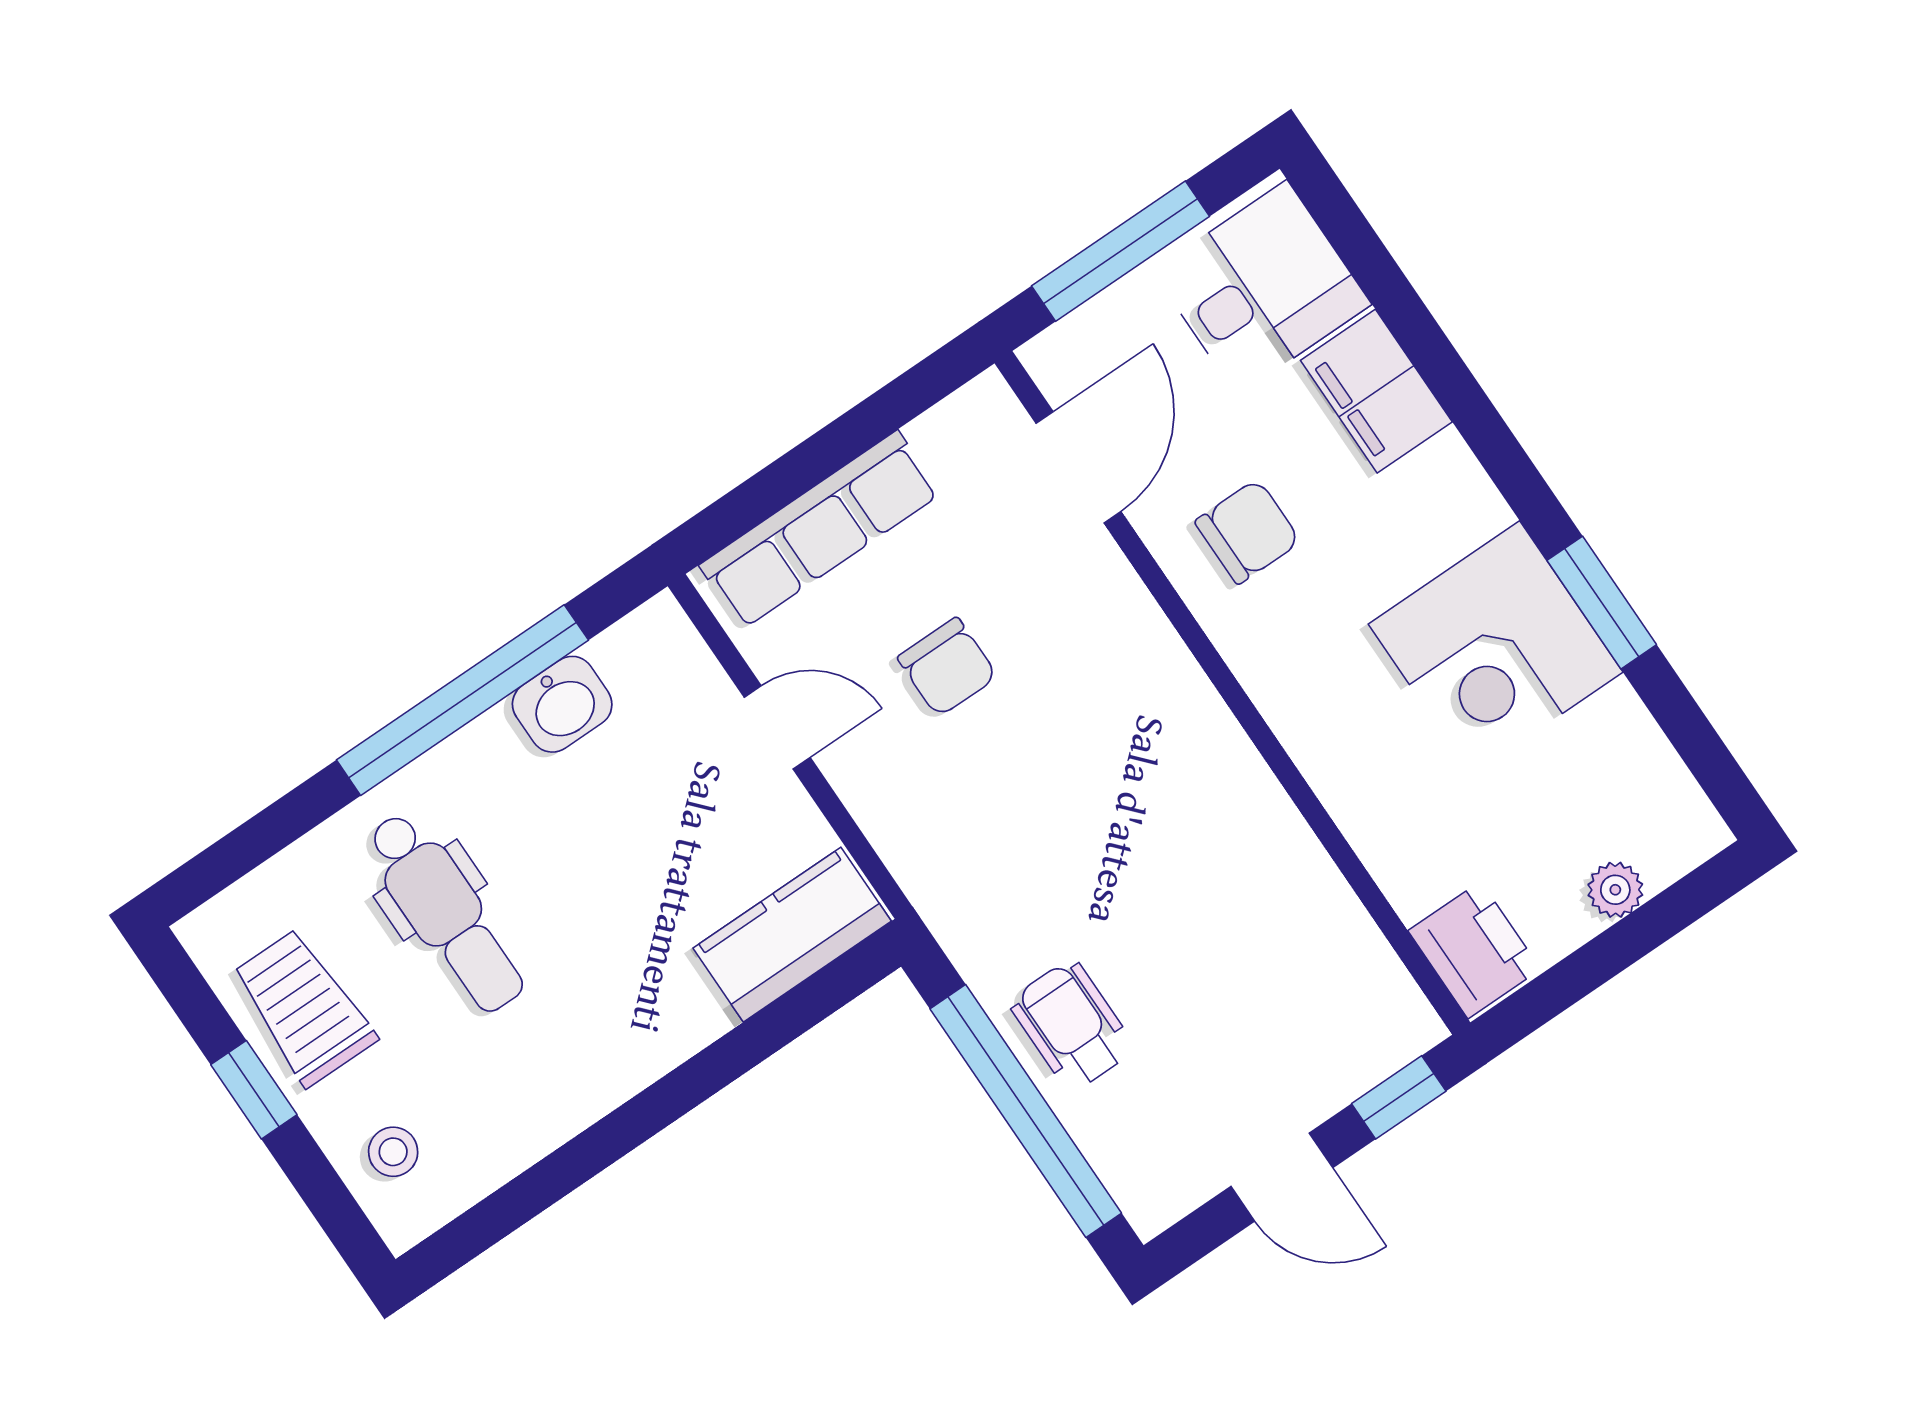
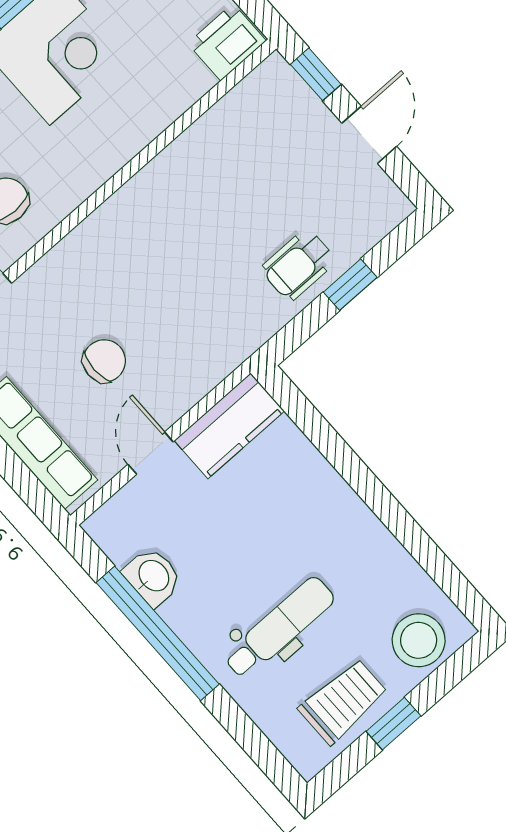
kitchen counter: (792, 935) -> (229, 426), moved, turned -90
trolley: (304, 1007) -> (343, 701), turned 180
window: (1026, 1111) -> (350, 285), width x0.32
stool: (393, 1152) -> (419, 640), width x1.89, depth x1.89

